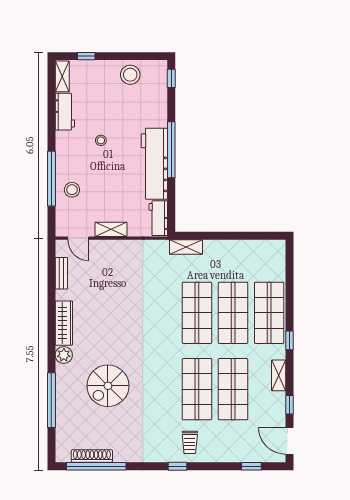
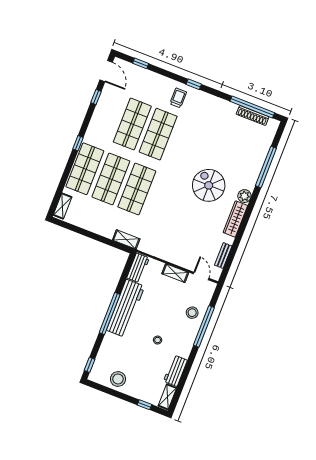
shelving: (279, 375) -> (62, 206), moved
spiral stairs: (108, 386) -> (209, 185), moved, turned -90

